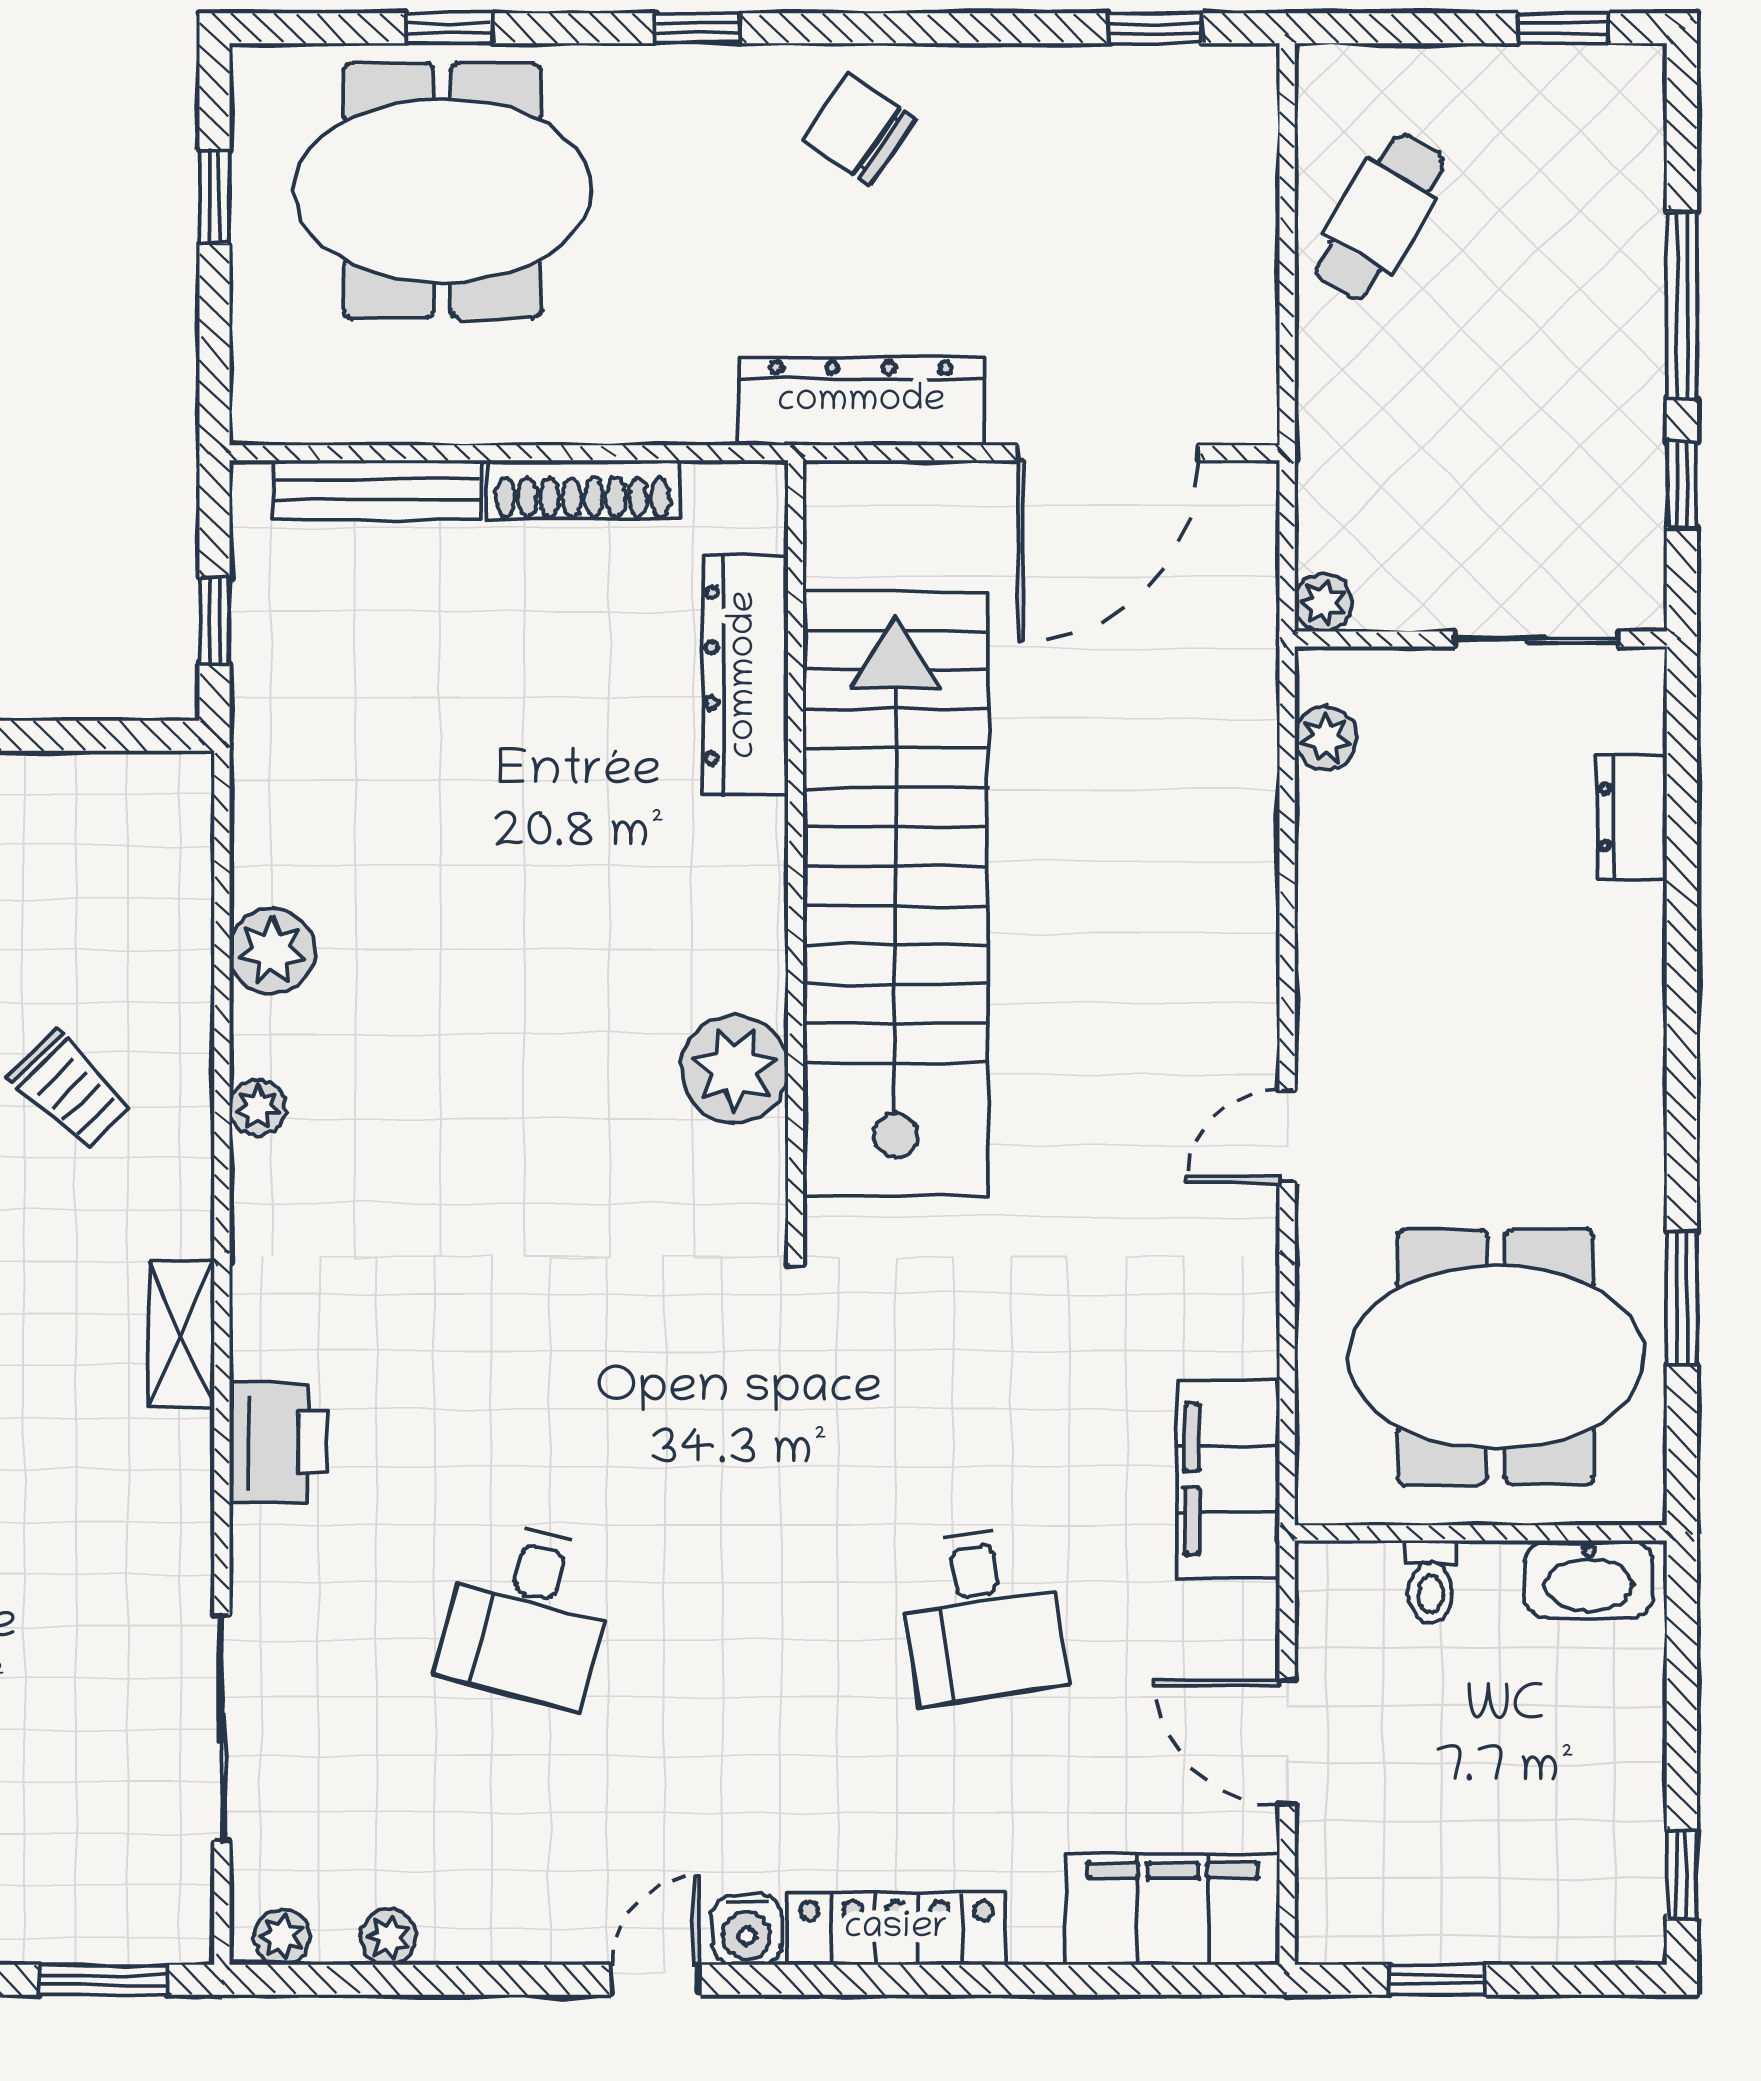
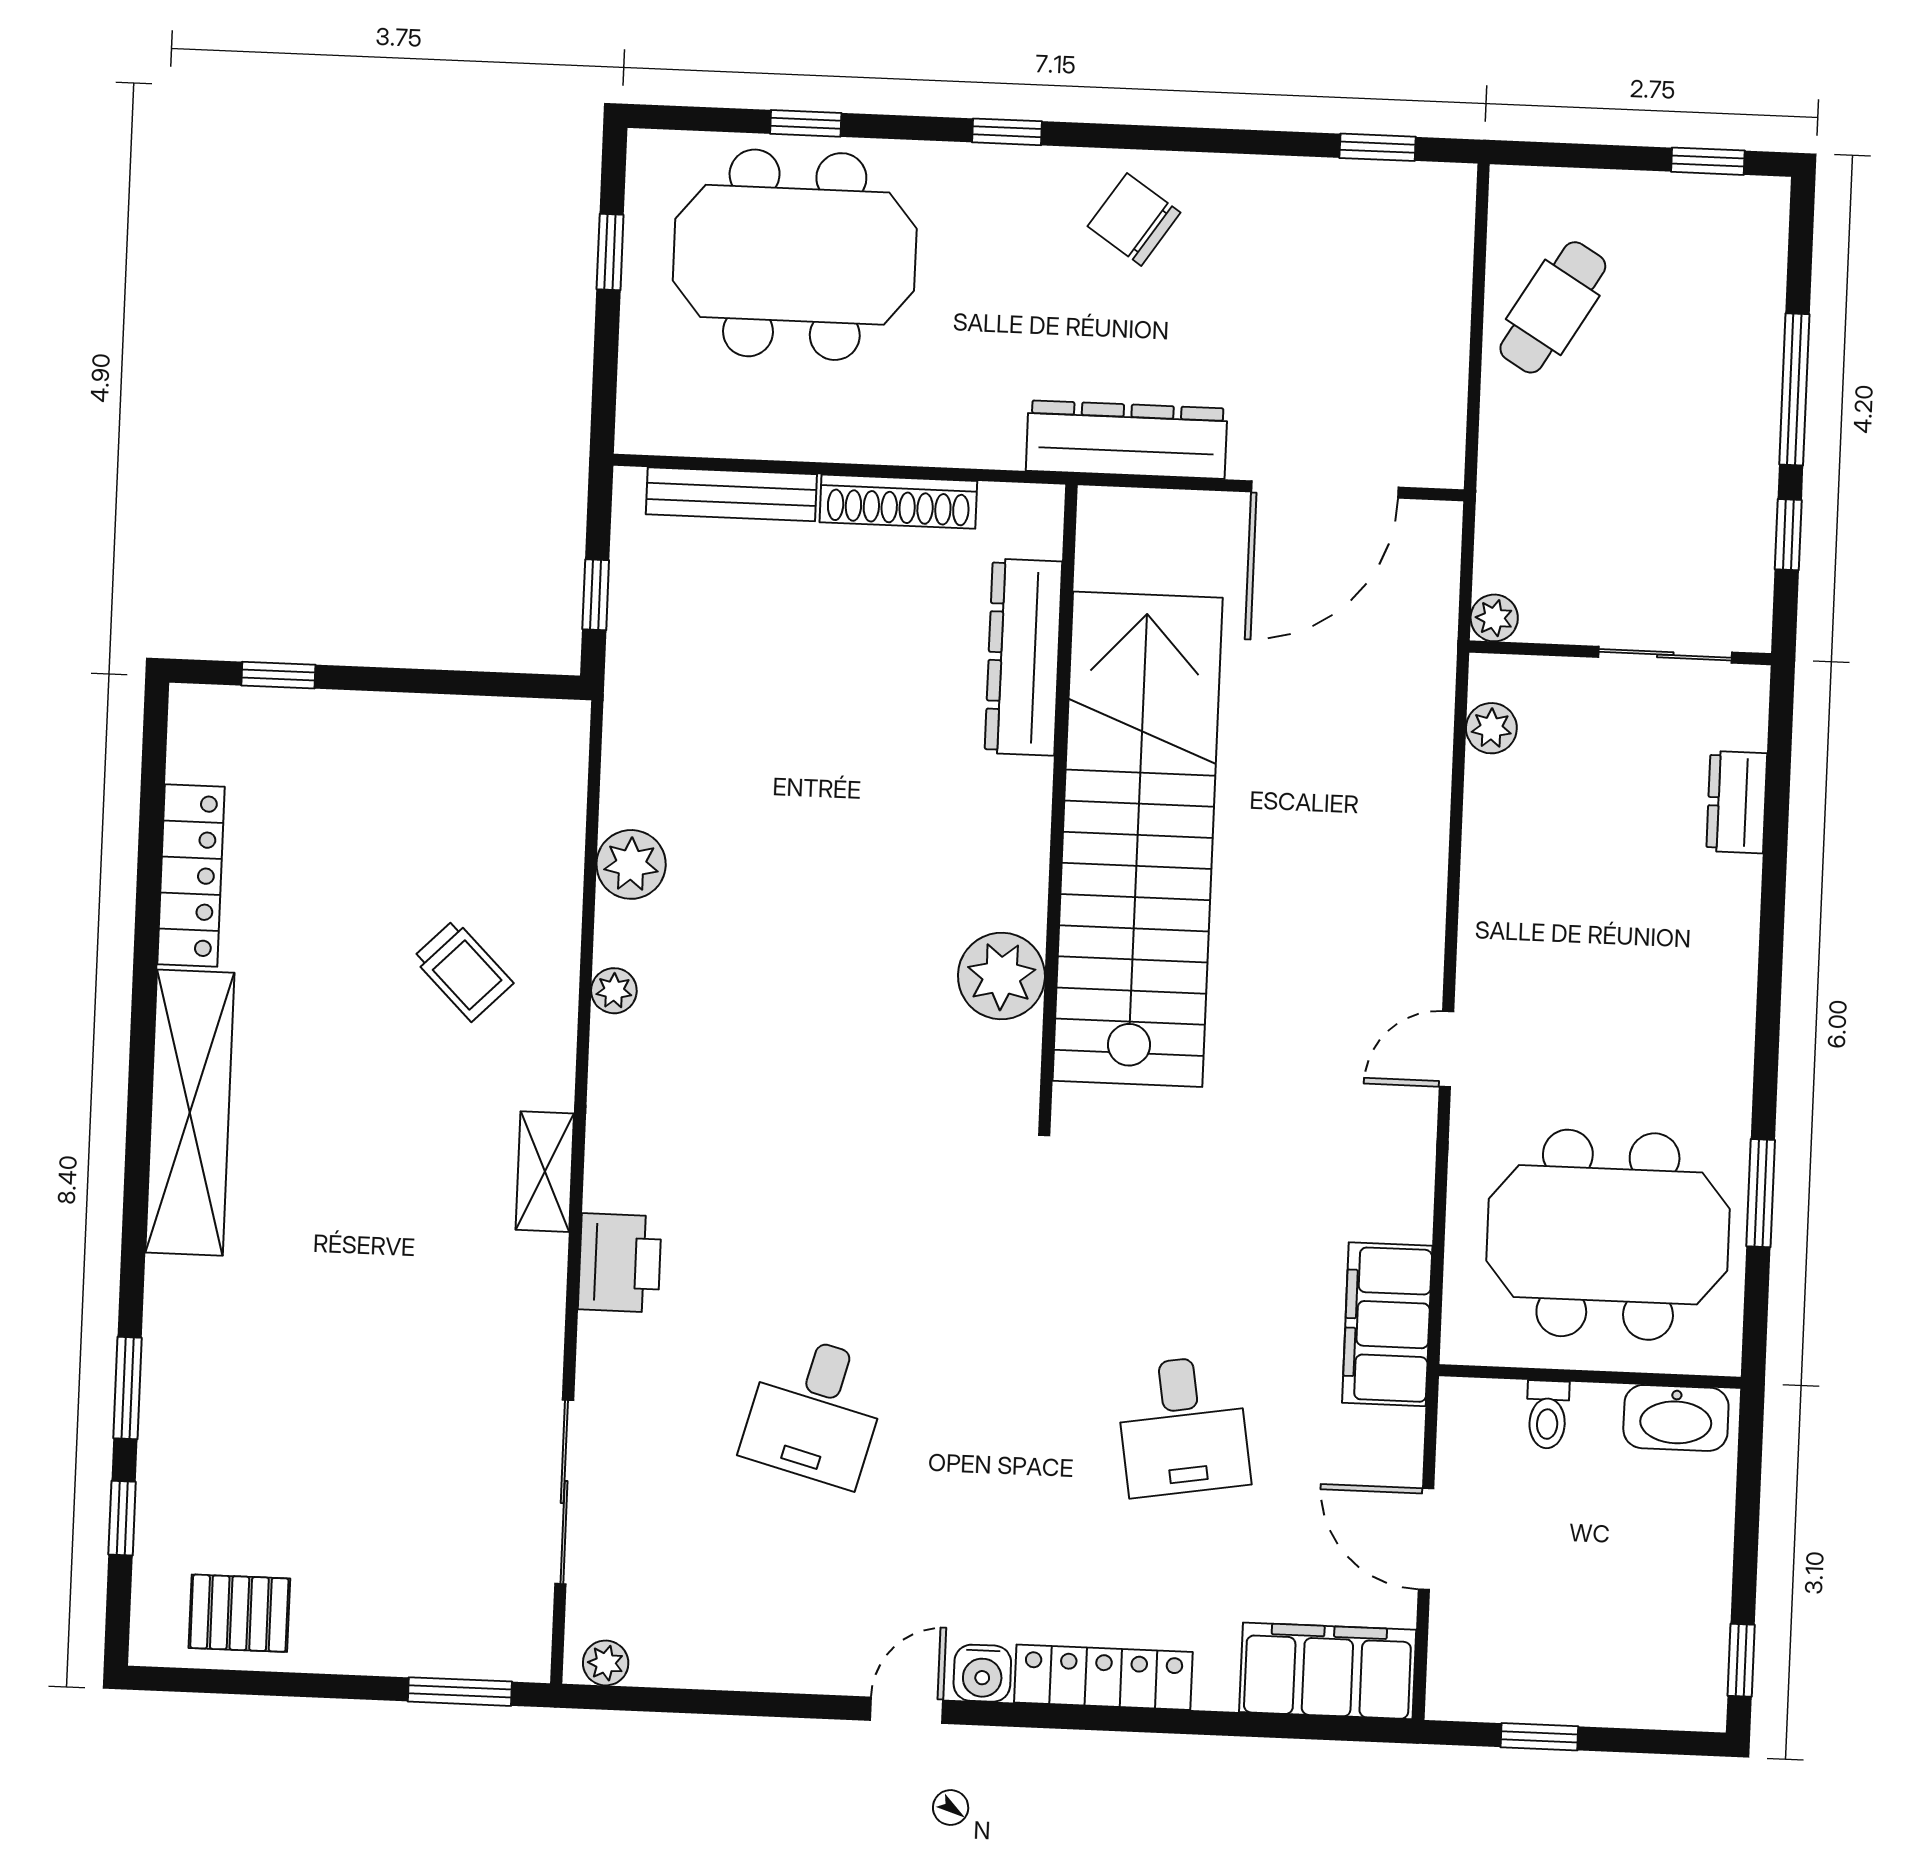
plant: (388, 1937) -> (692, 1667), removed

